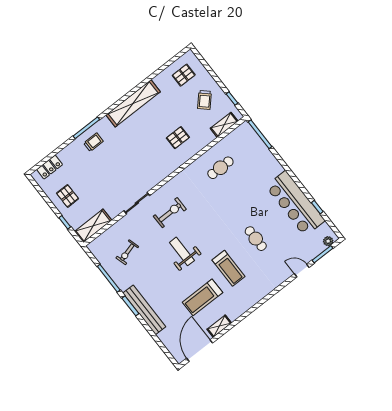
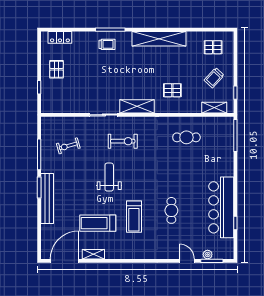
shelving: (93, 226) -> (137, 106), moved
plant: (328, 241) -> (208, 255), moved

